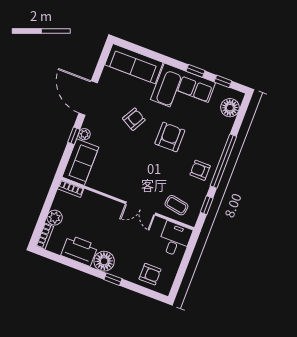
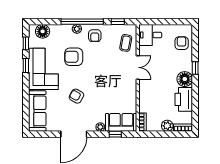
window: (74, 136) -> (115, 134), moved
armchair: (170, 137) -> (74, 57), moved
plant: (217, 151) -> (77, 29), added

